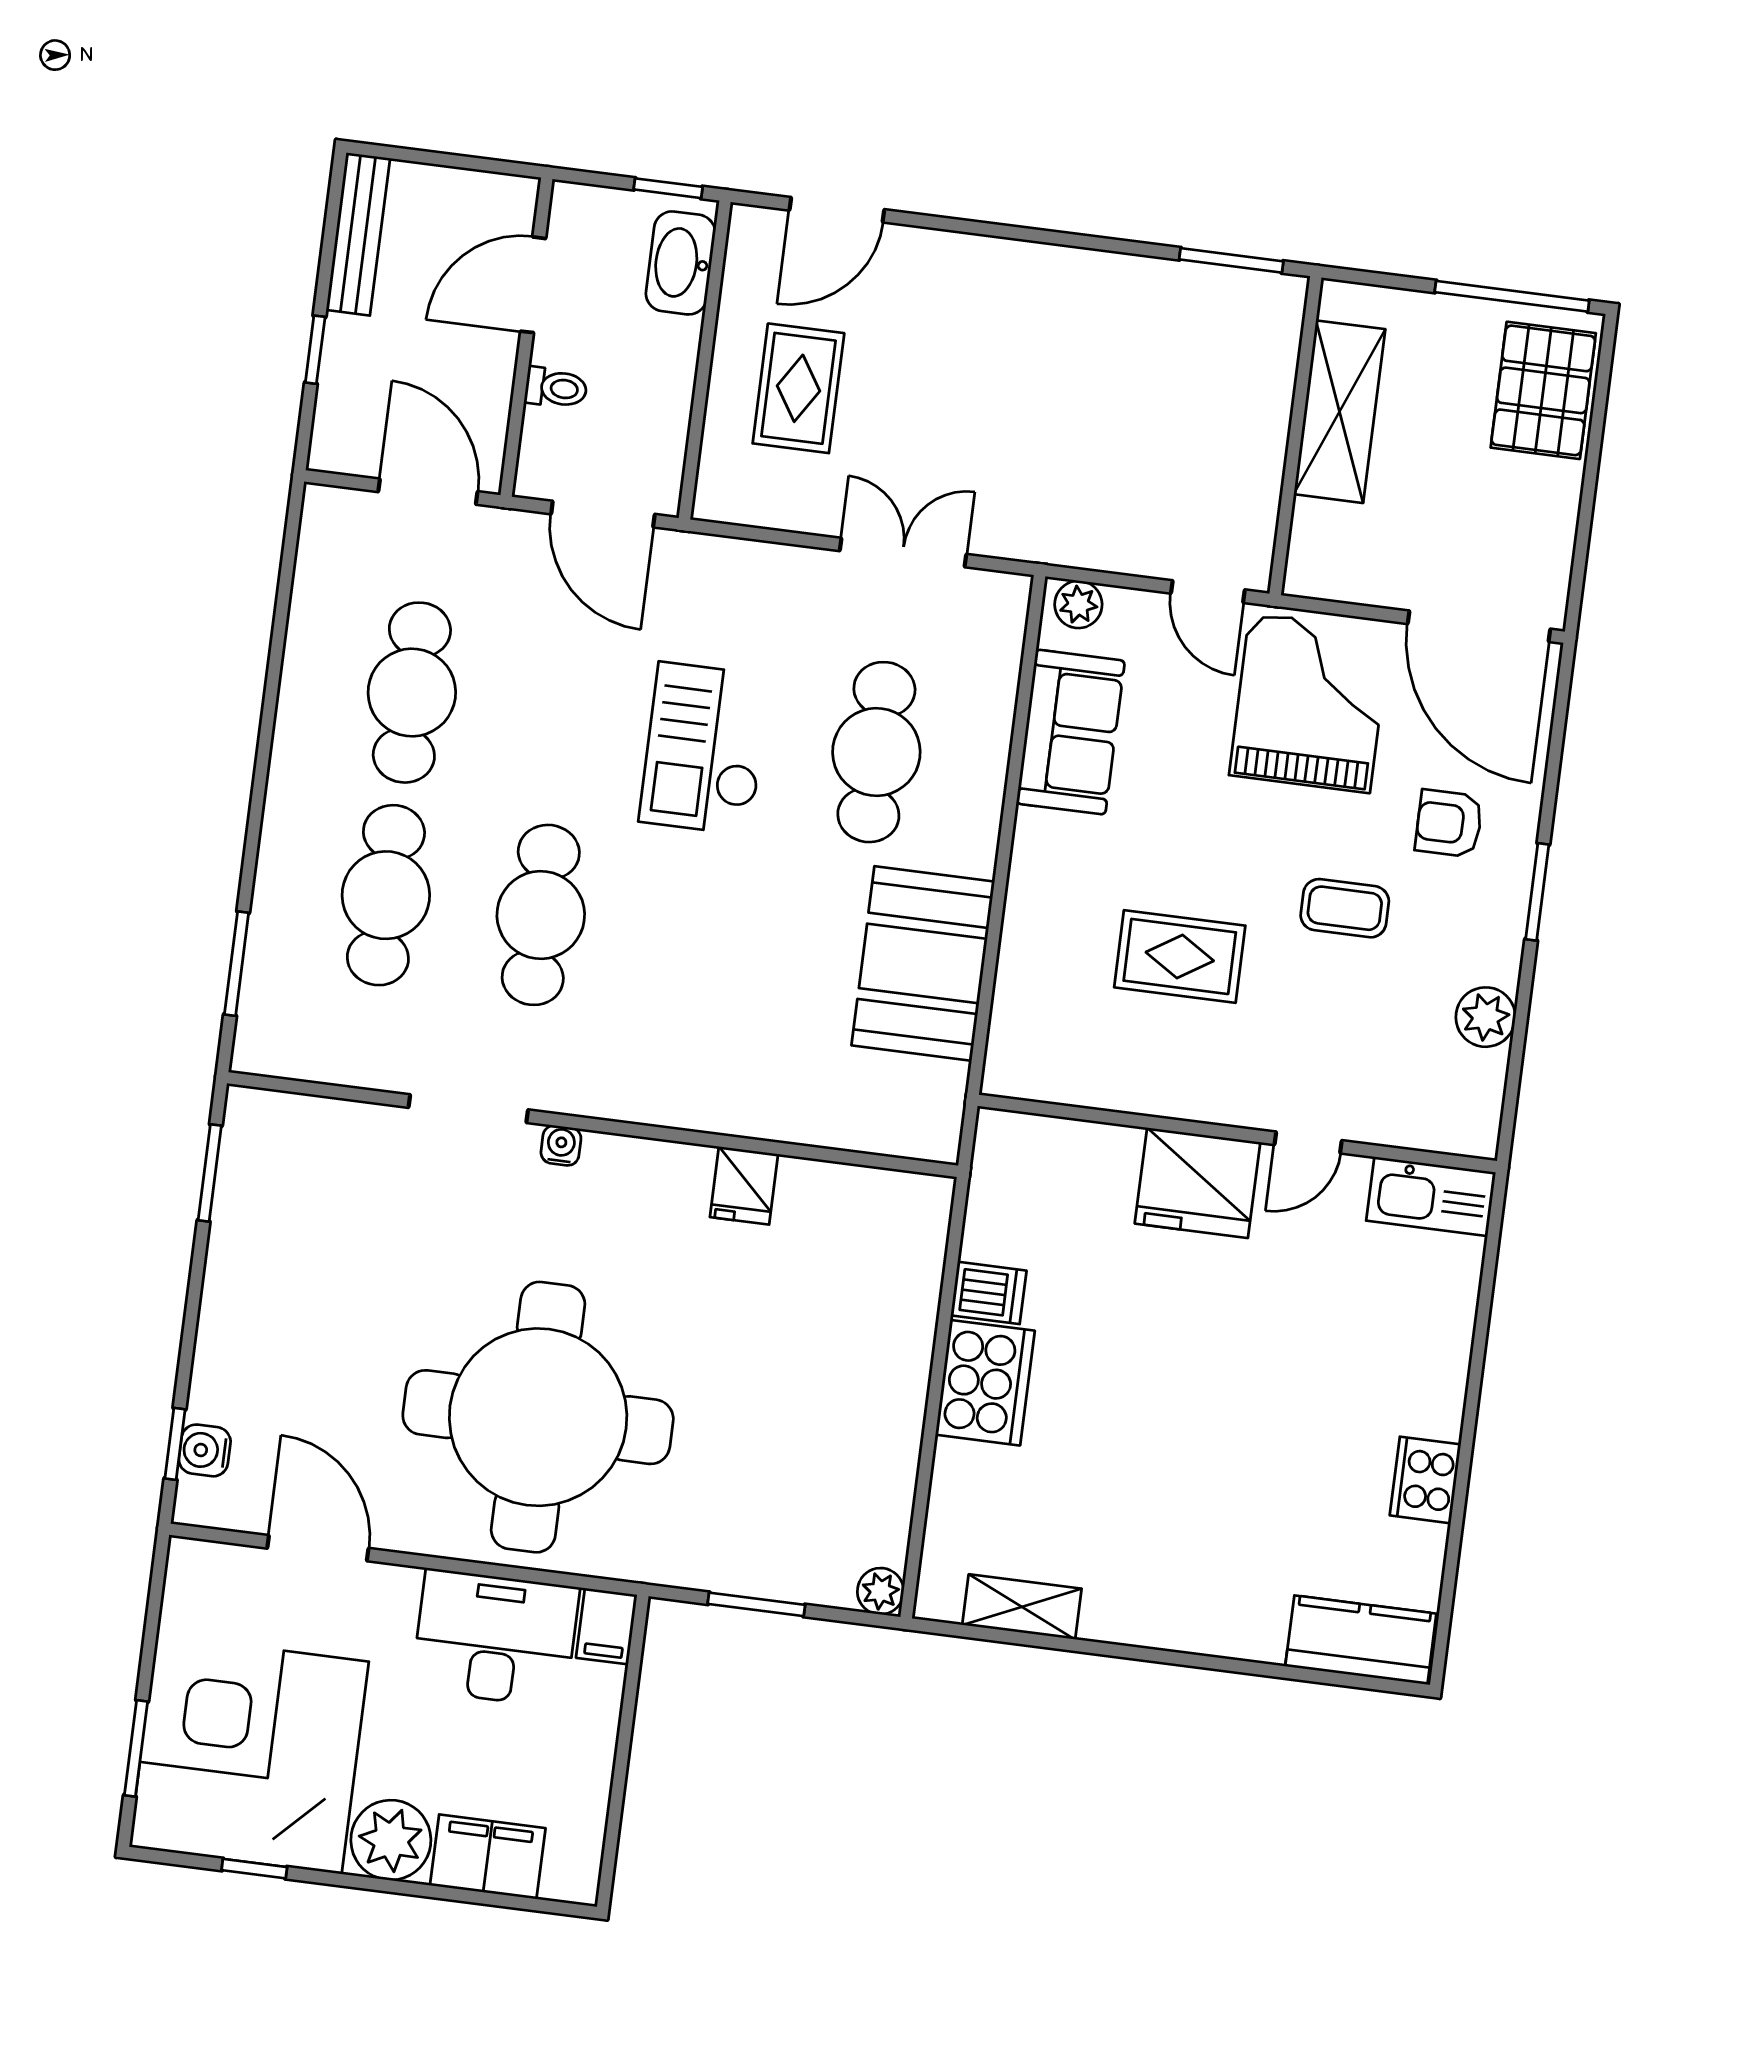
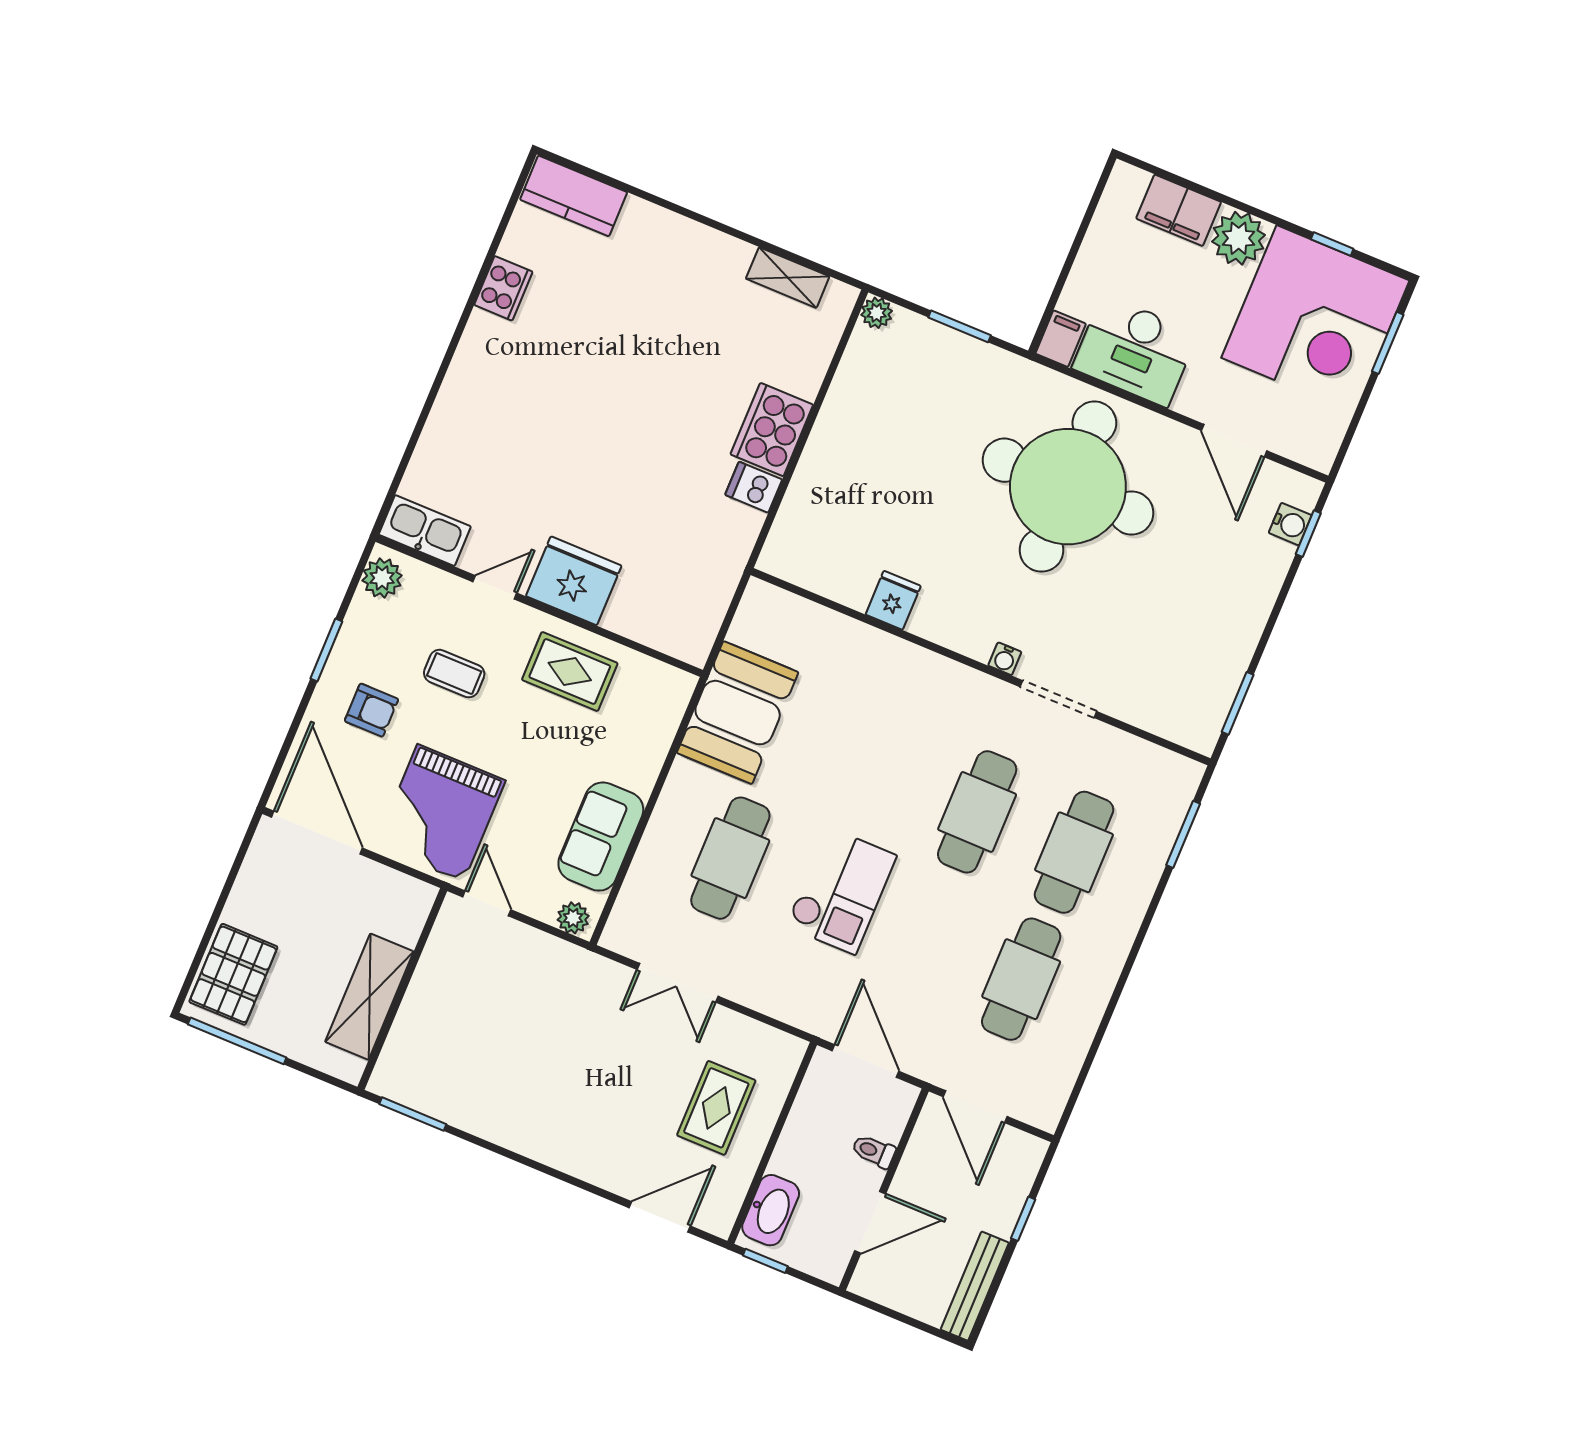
wall: (1237, 1133) -> (539, 606), moved
door: (1308, 1143) -> (495, 587), moved
fridge: (1197, 1183) -> (574, 581), moved
kitchen sink: (1431, 1196) -> (425, 531), moved

